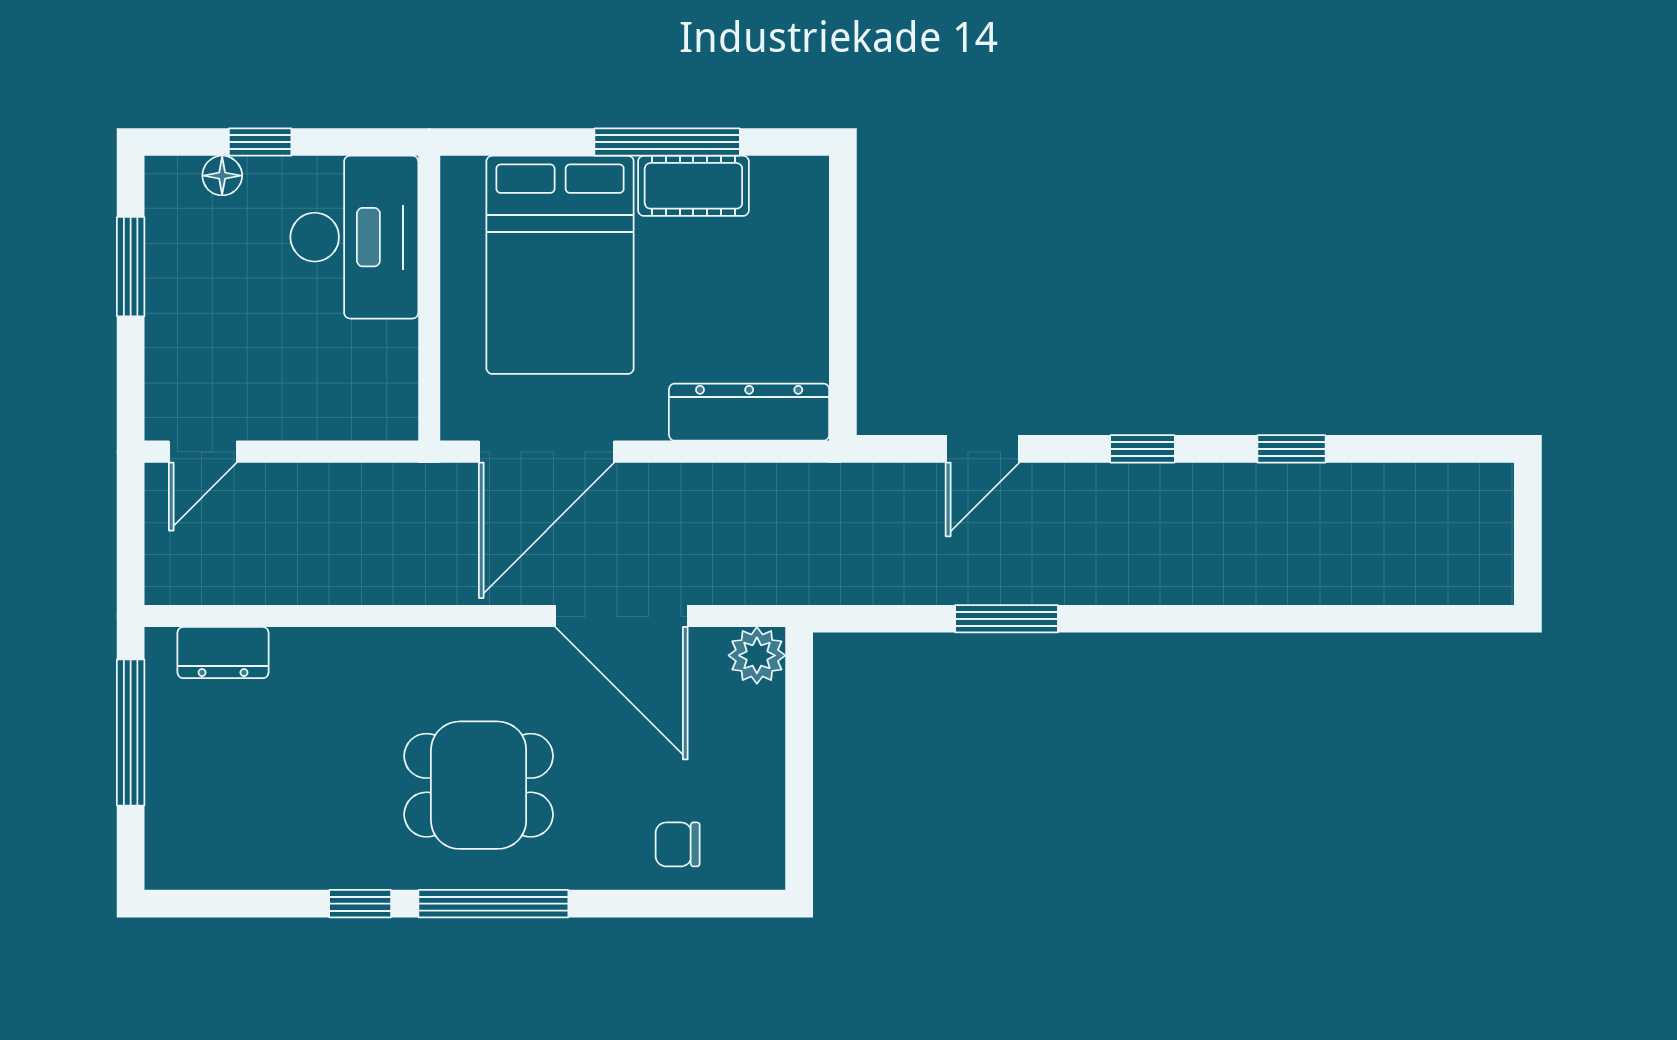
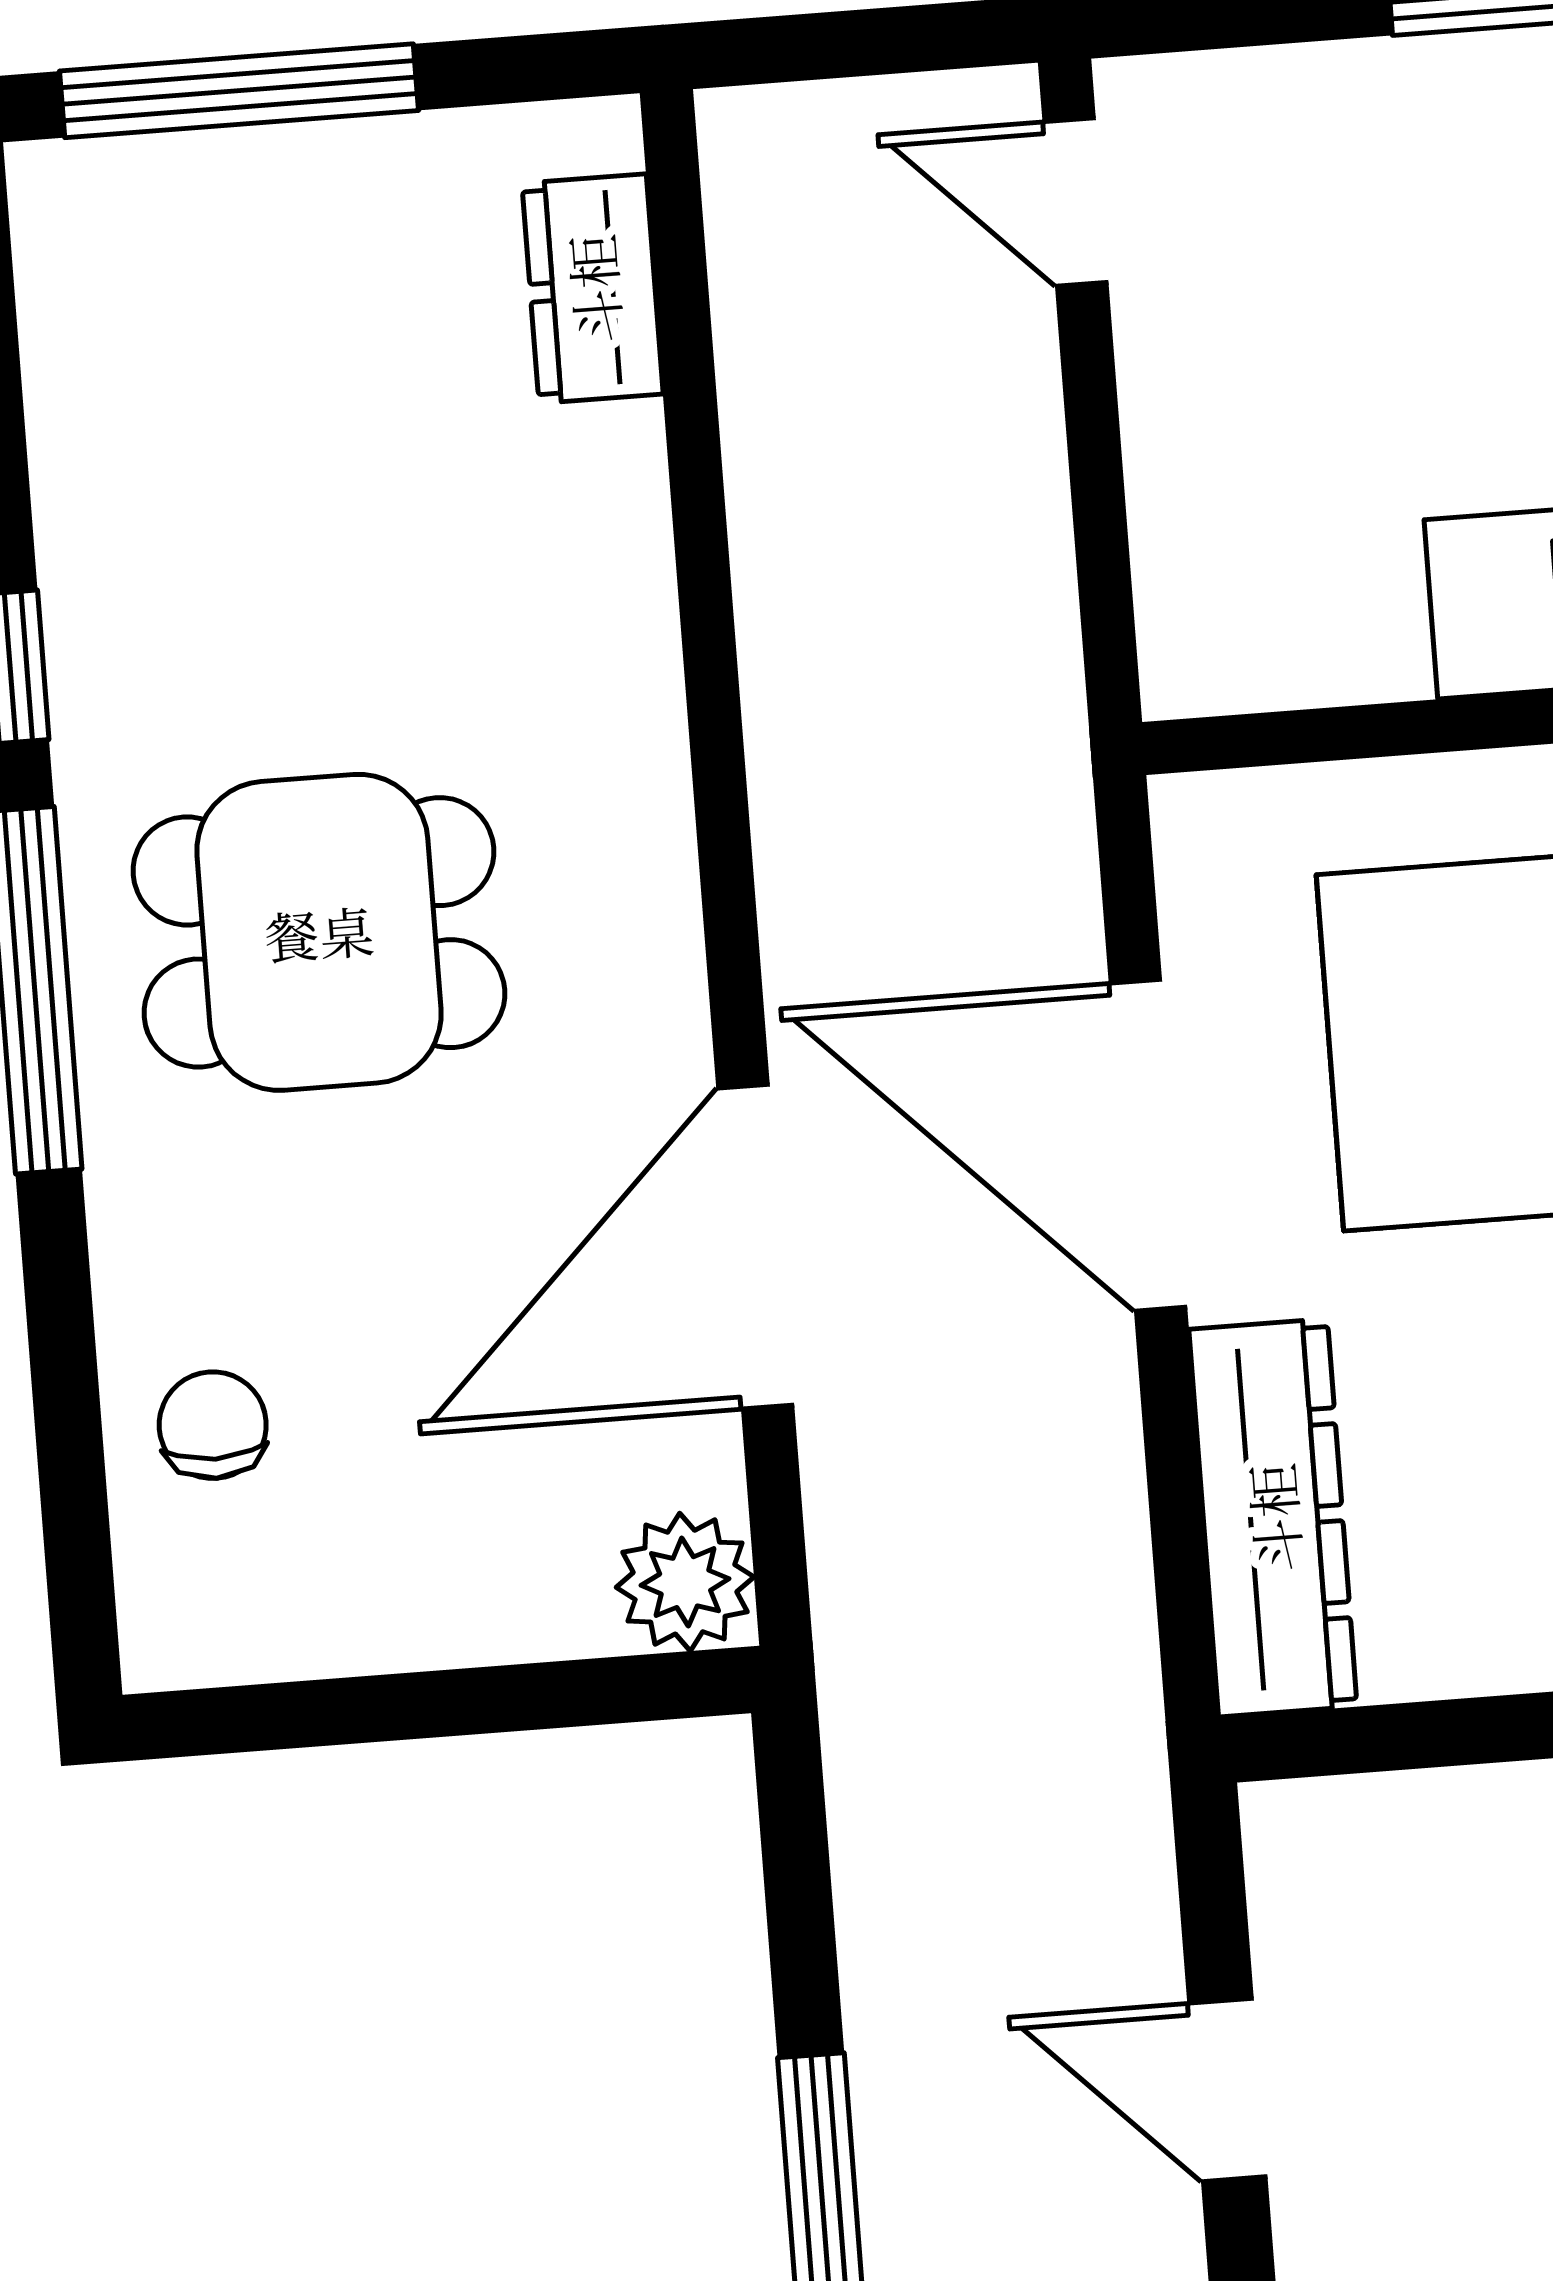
door: (546, 452) -> (1148, 1145), moved
window: (131, 732) -> (239, 91), moved
dining table: (479, 785) -> (319, 932), turned 90

